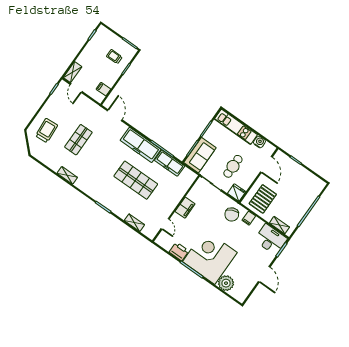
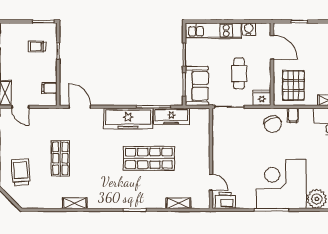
filing cabinet: (185, 208) -> (220, 151), removed
printer: (179, 251) -> (225, 200), moved

